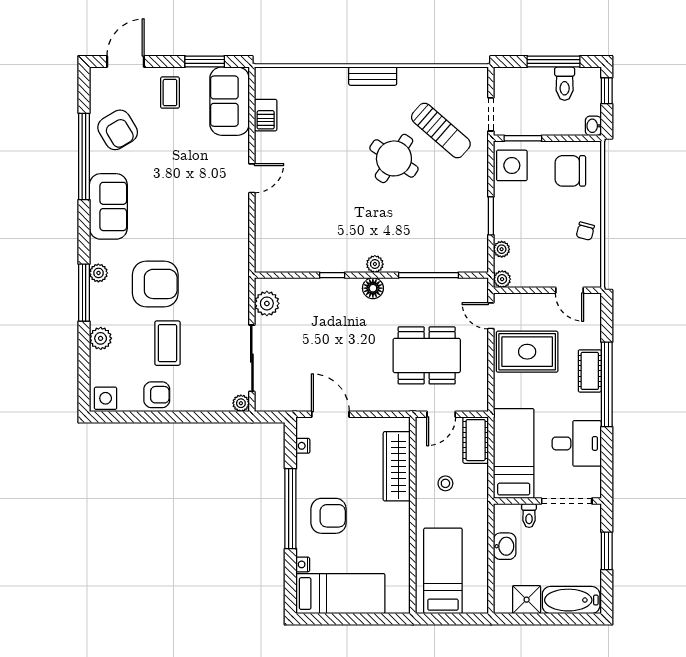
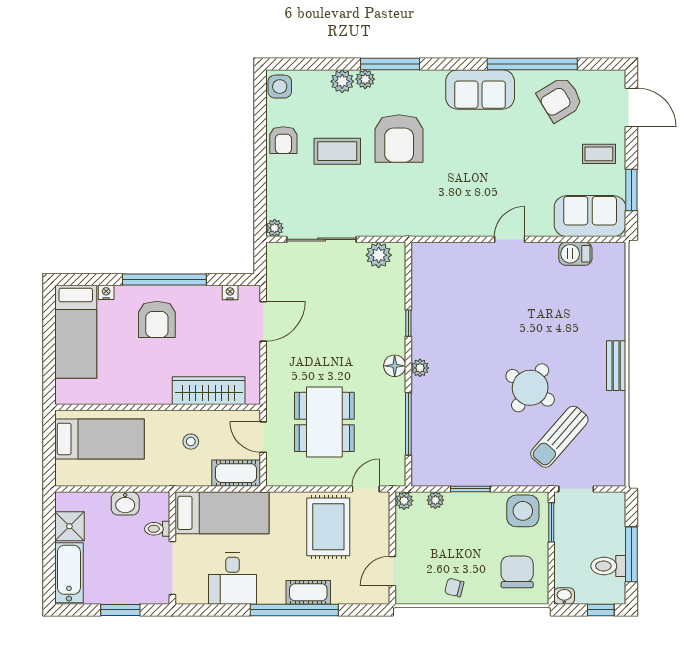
door: (252, 178) -> (510, 239), swing flipped
plant: (98, 273) -> (365, 79), moved

